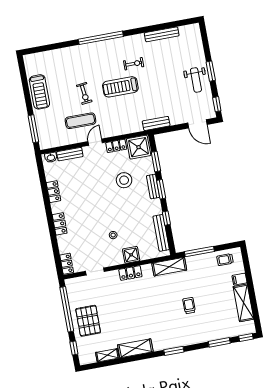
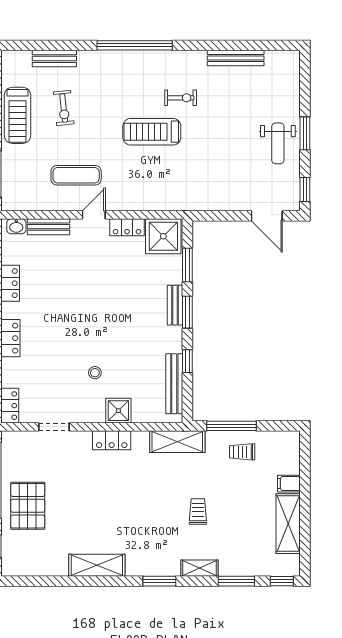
exercise bike: (84, 93) -> (64, 108), moved
bench: (156, 123) -> (54, 59), moved
stool: (124, 180) -> (129, 286), removed
trolley: (225, 260) -> (242, 452), moved
shelving: (107, 355) -> (199, 568), moved

